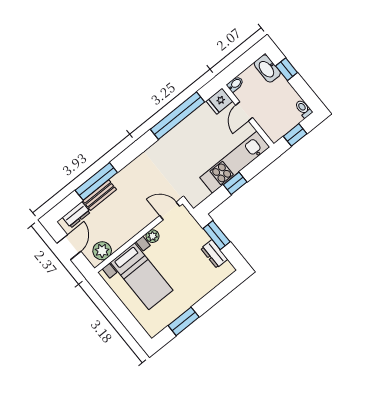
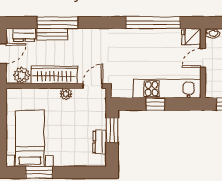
door: (170, 211) -> (93, 86), hinge flipped
wardrobe: (129, 228) -> (54, 75), added
bed with nightstands: (142, 276) -> (30, 138), moved, turned 180

